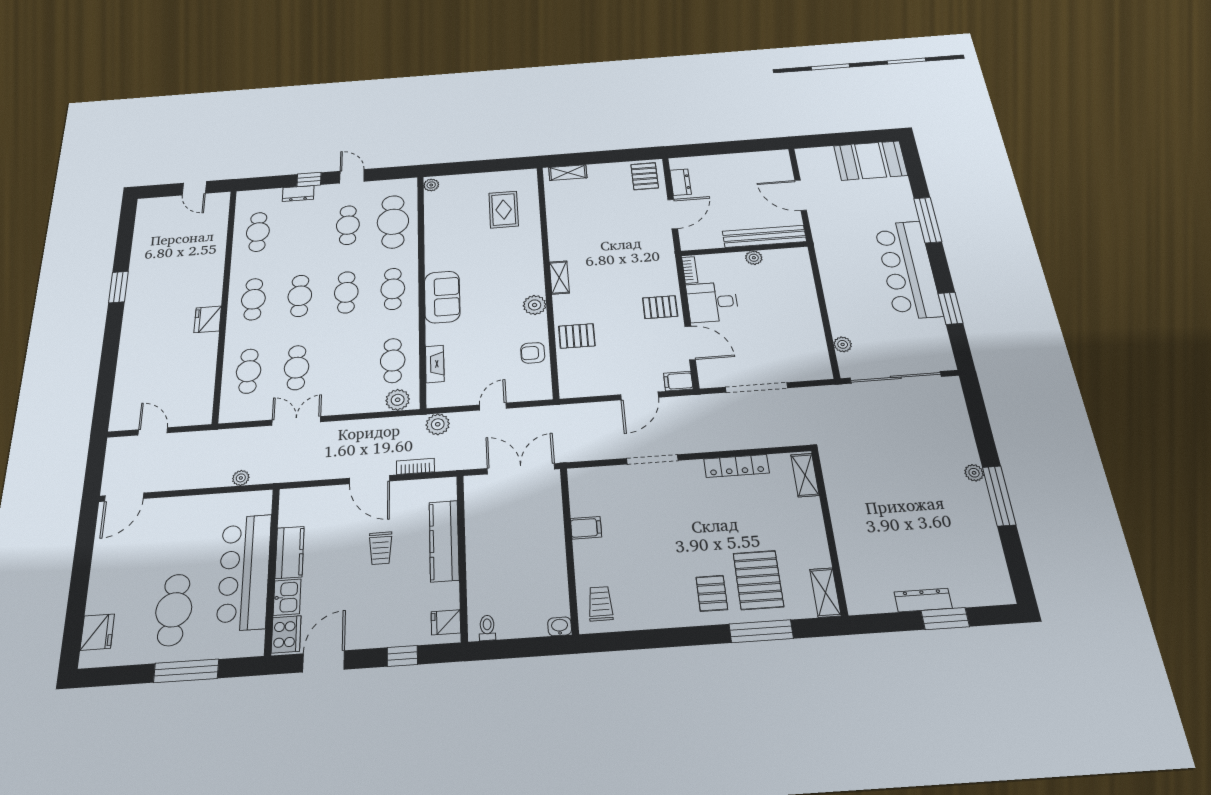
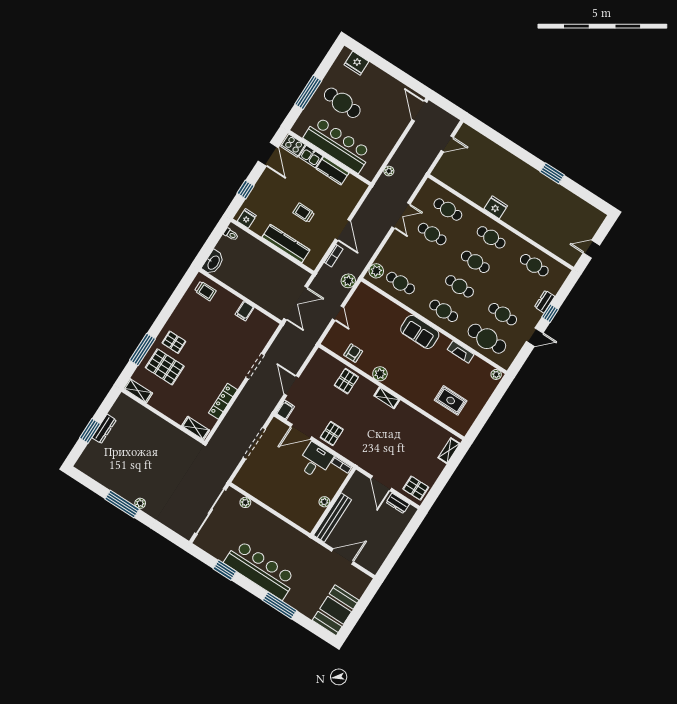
fireplace: (435, 364) -> (461, 352), moved
door: (369, 480) -> (343, 230), swing flipped
washbasin: (560, 626) -> (213, 262), width x1.91, depth x1.45

